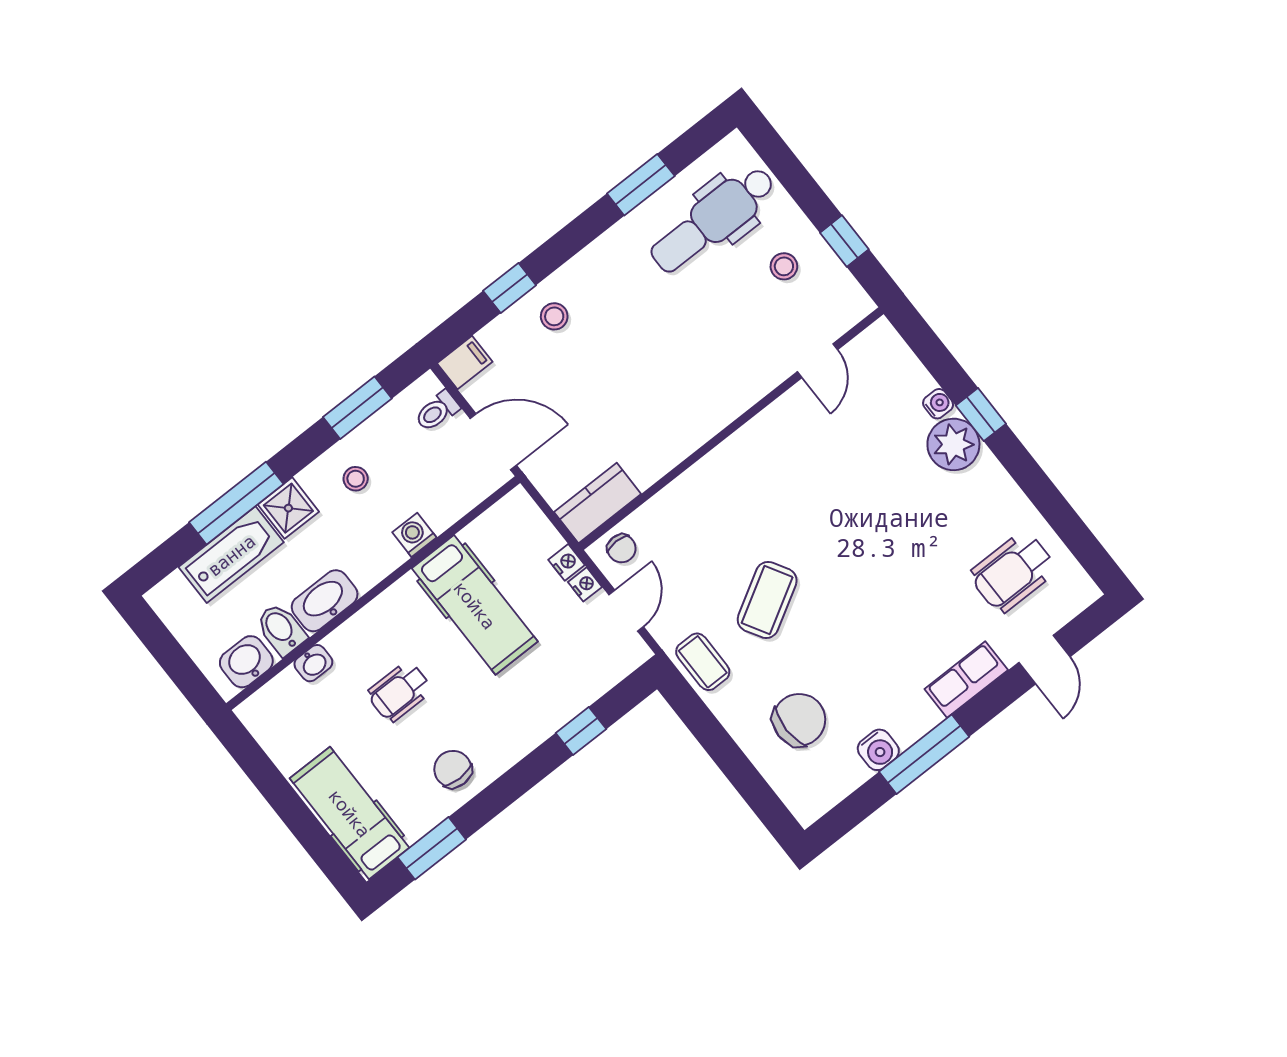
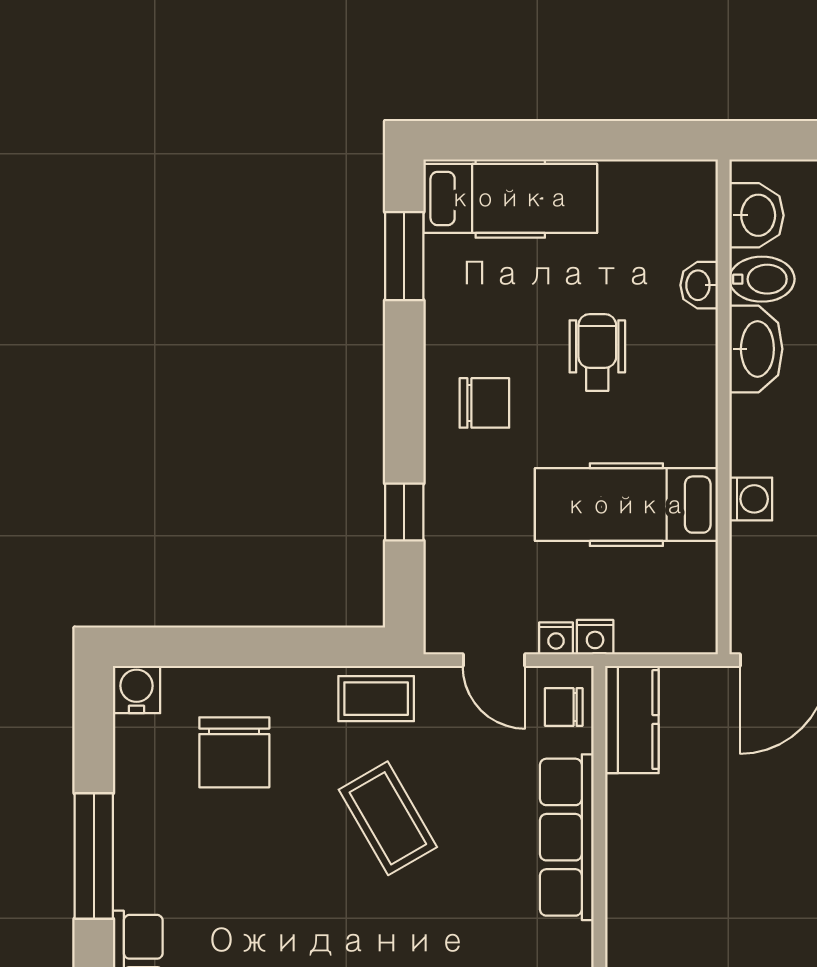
row of seats: (696, 487) -> (567, 837), added
water cooler: (878, 750) -> (137, 690), moved, turned 90
chair: (453, 769) -> (484, 403), moved

